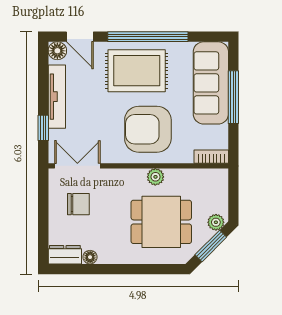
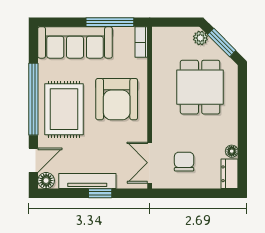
window: (233, 97) -> (110, 22), moved
window: (43, 128) -> (100, 193), moved
plant: (155, 177) -> (159, 92), removed

